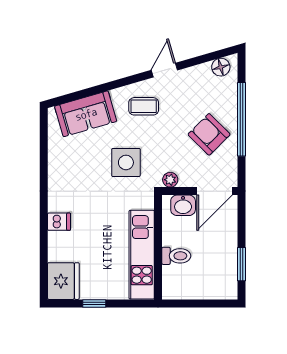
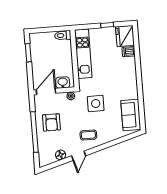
floor lamp: (221, 67) -> (61, 155), moved
sofa: (86, 114) -> (131, 115), moved, turned -74
armchair: (209, 134) -> (51, 122), turned 45
dishwasher: (59, 222) -> (129, 52), moved
toilet: (176, 256) -> (63, 35), moved

